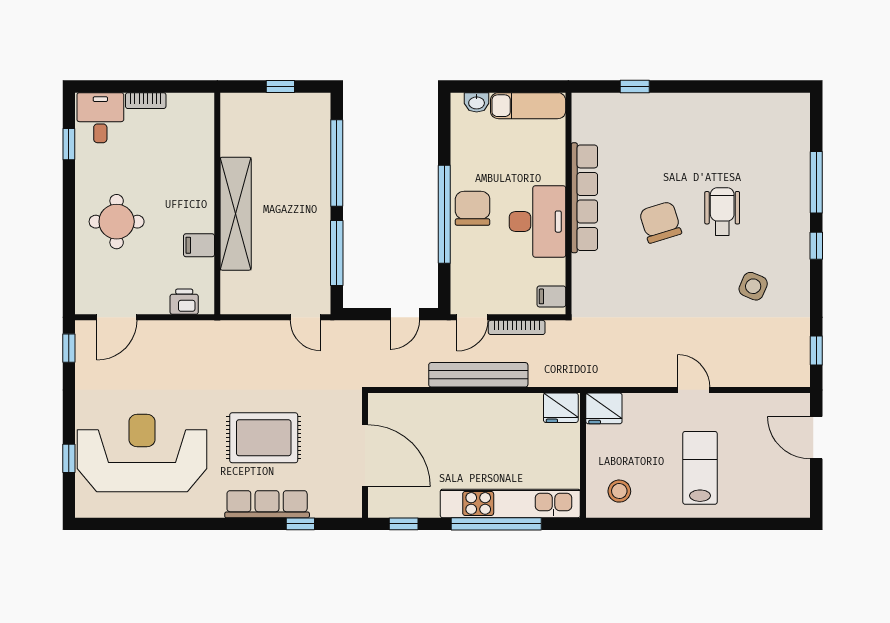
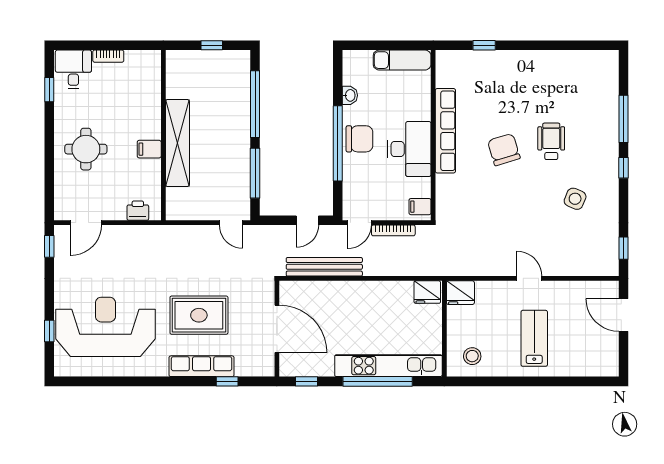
washbasin: (477, 102) -> (350, 95), moved, turned -90
chair: (473, 208) -> (359, 139), turned 90
filing cabinet: (199, 245) -> (149, 149), moved
bench: (478, 375) -> (324, 267), moved

